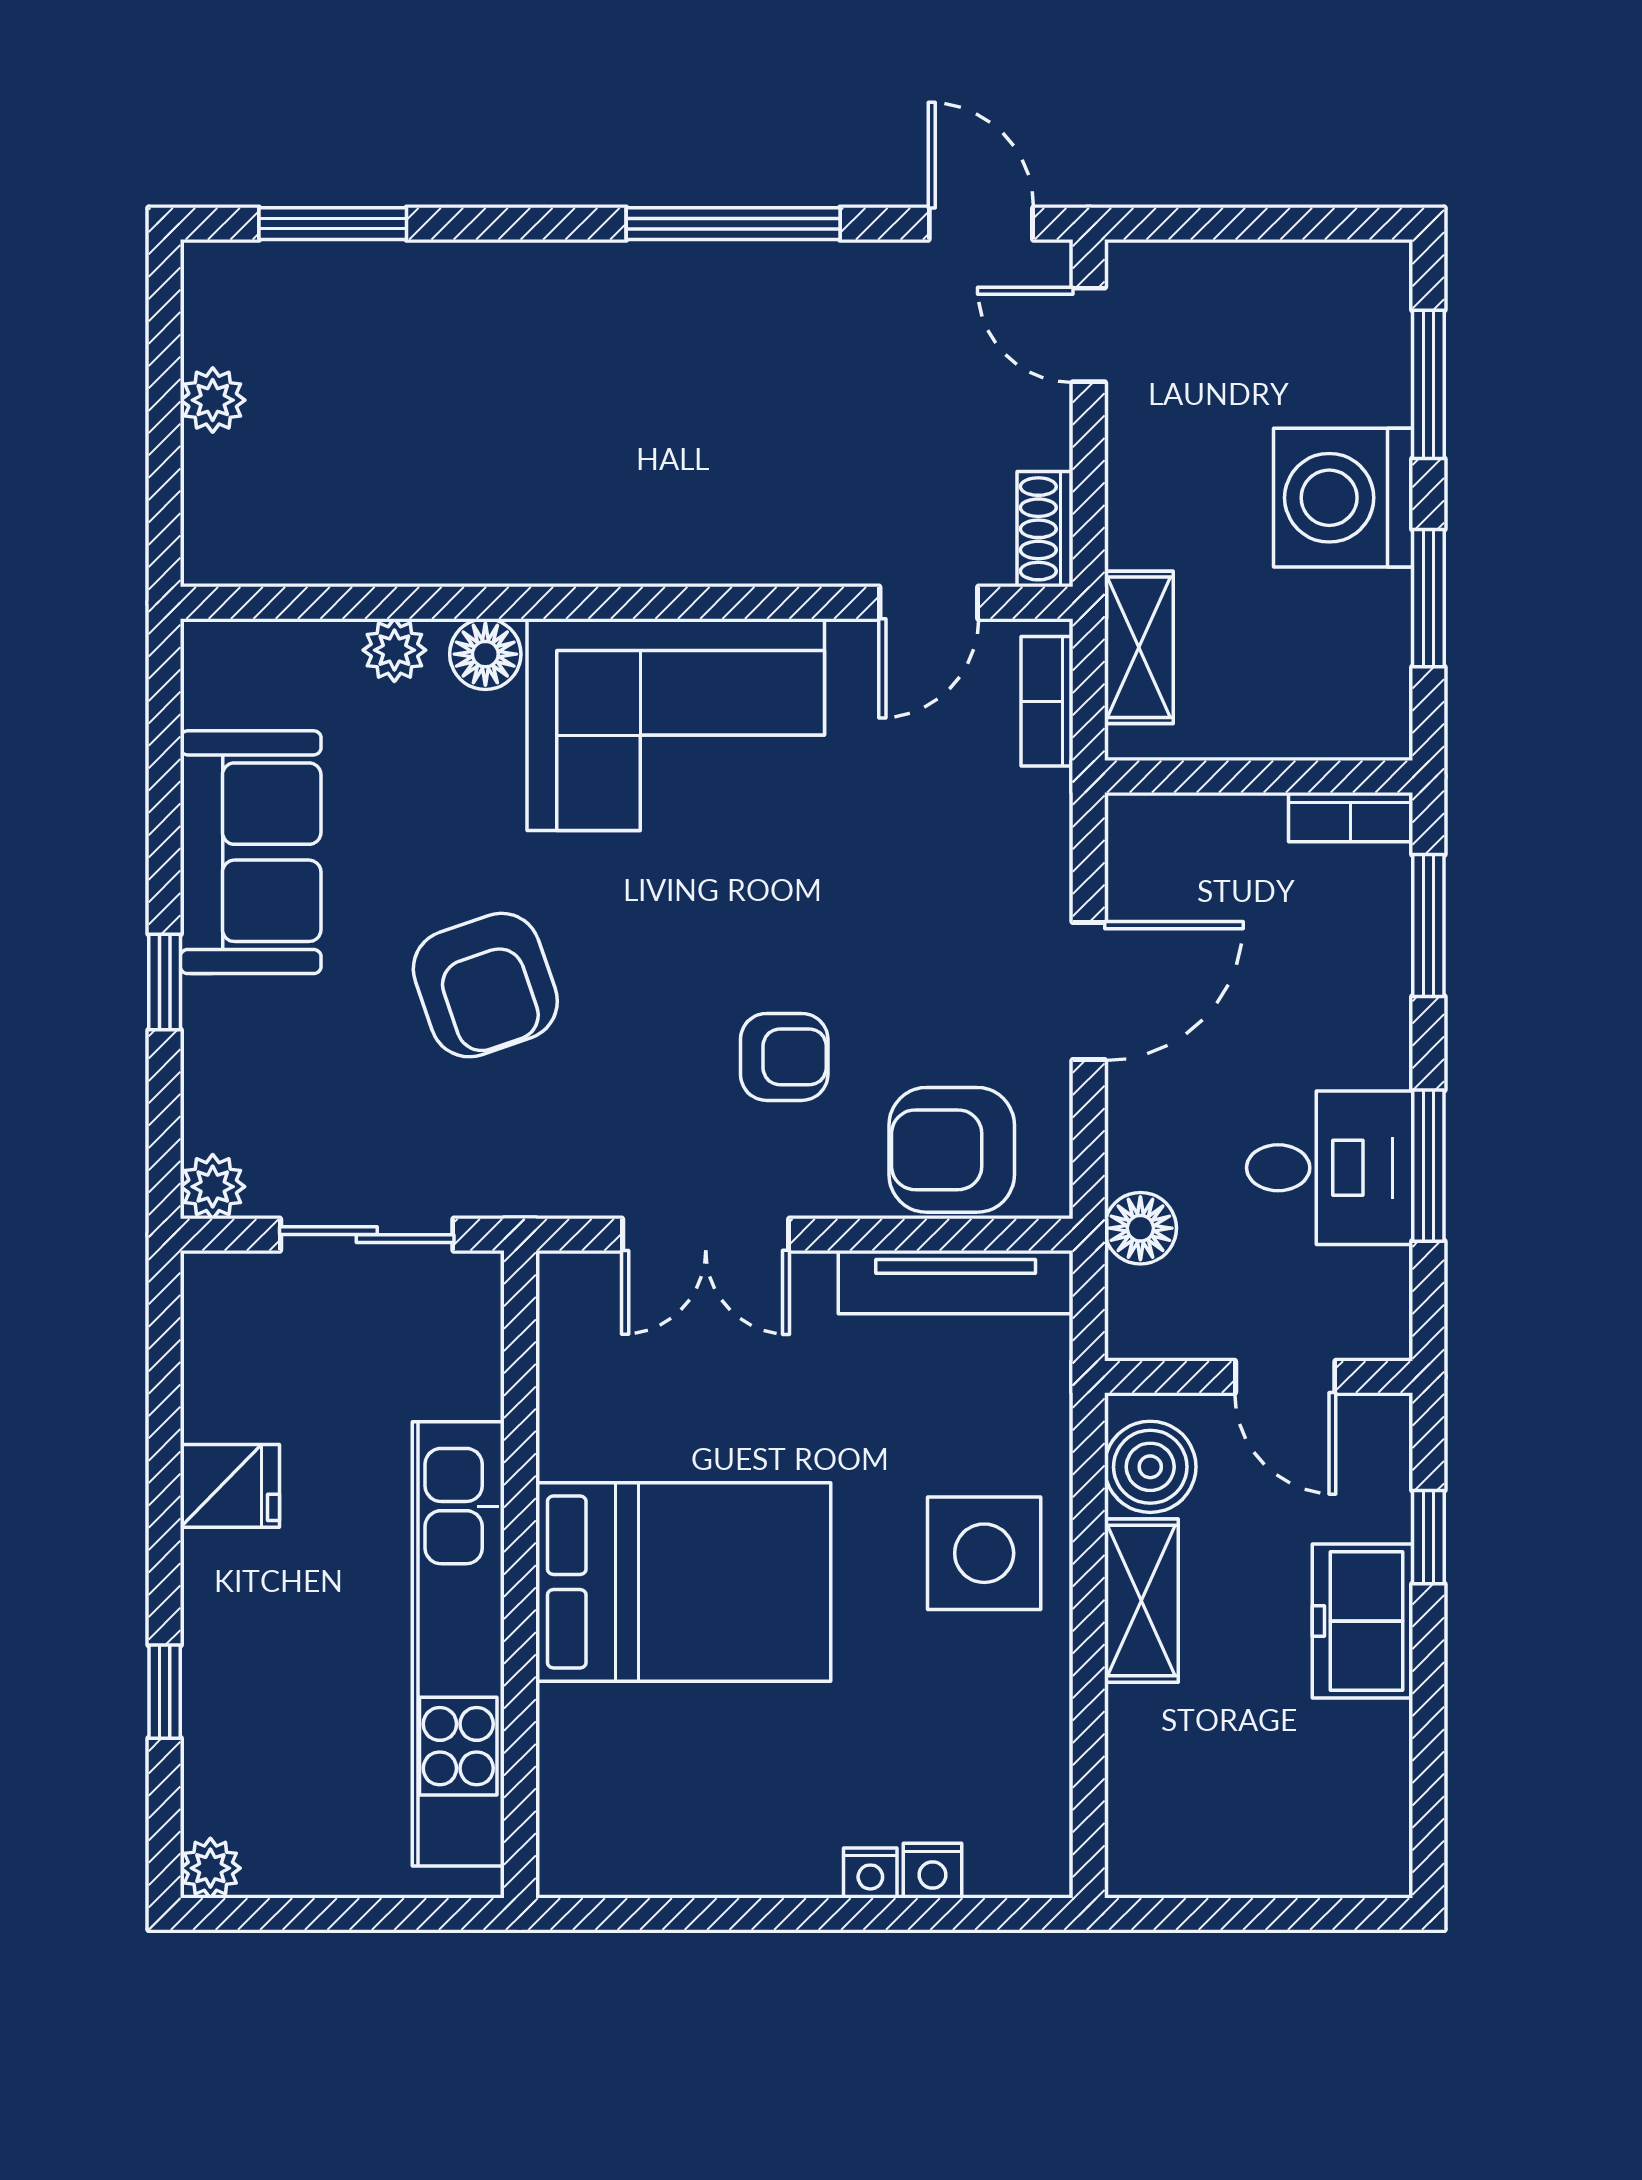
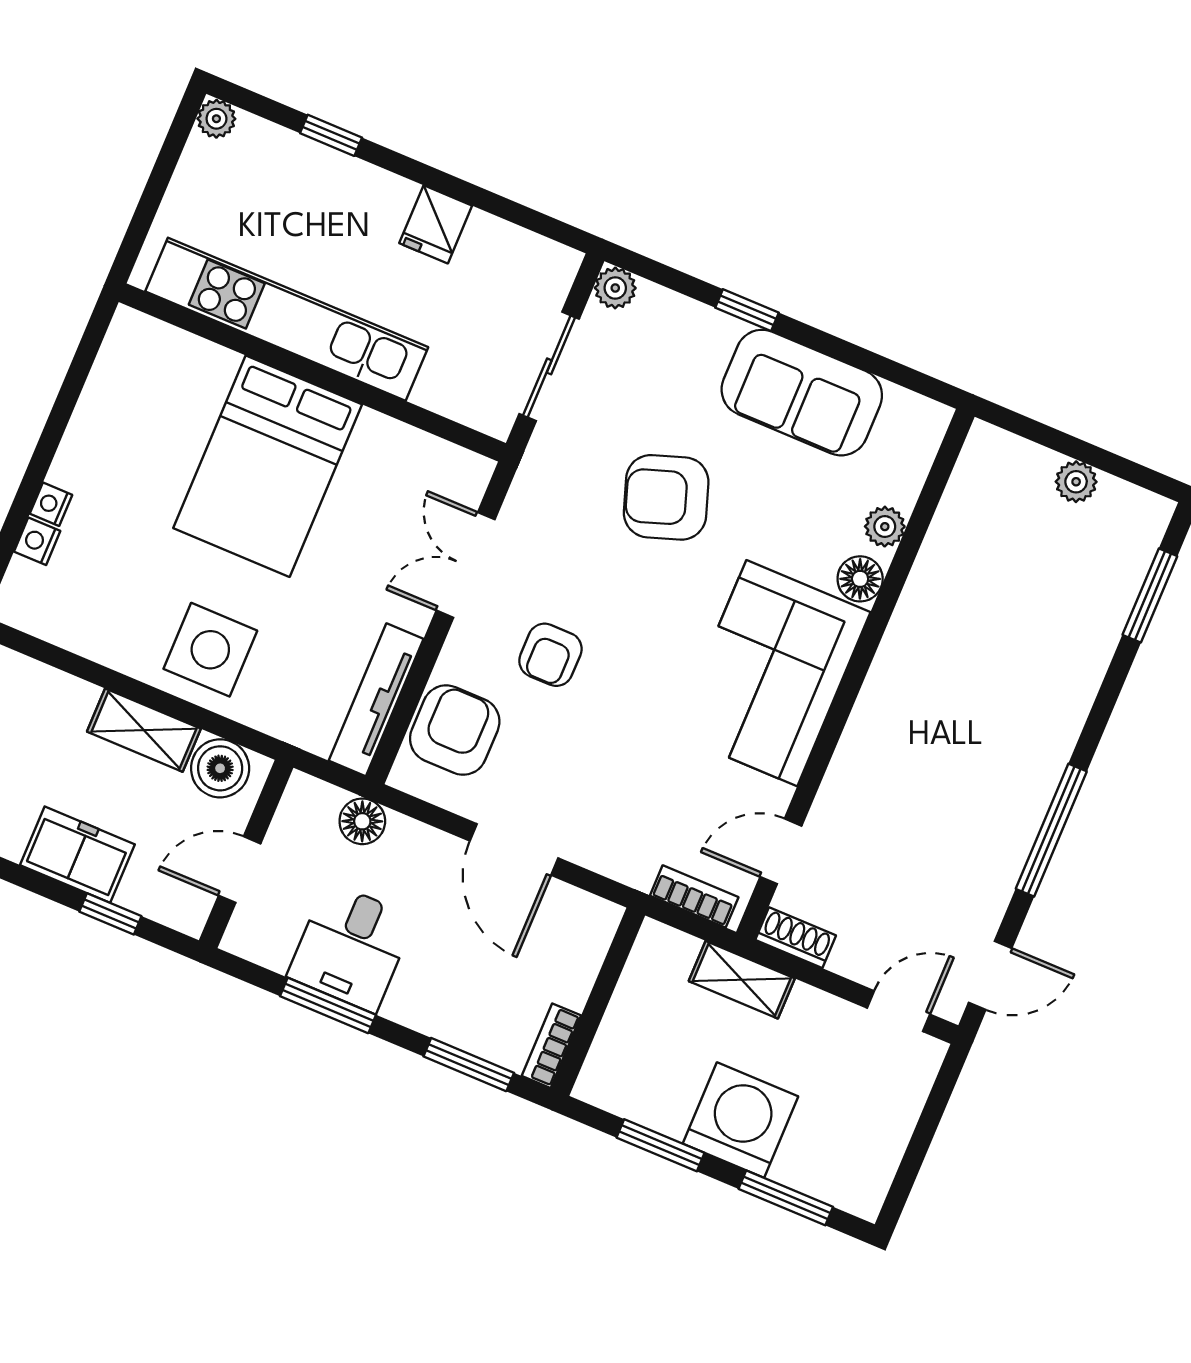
door: (929, 603) -> (781, 851), hinge flipped
shelving: (1139, 647) -> (742, 980), moved

